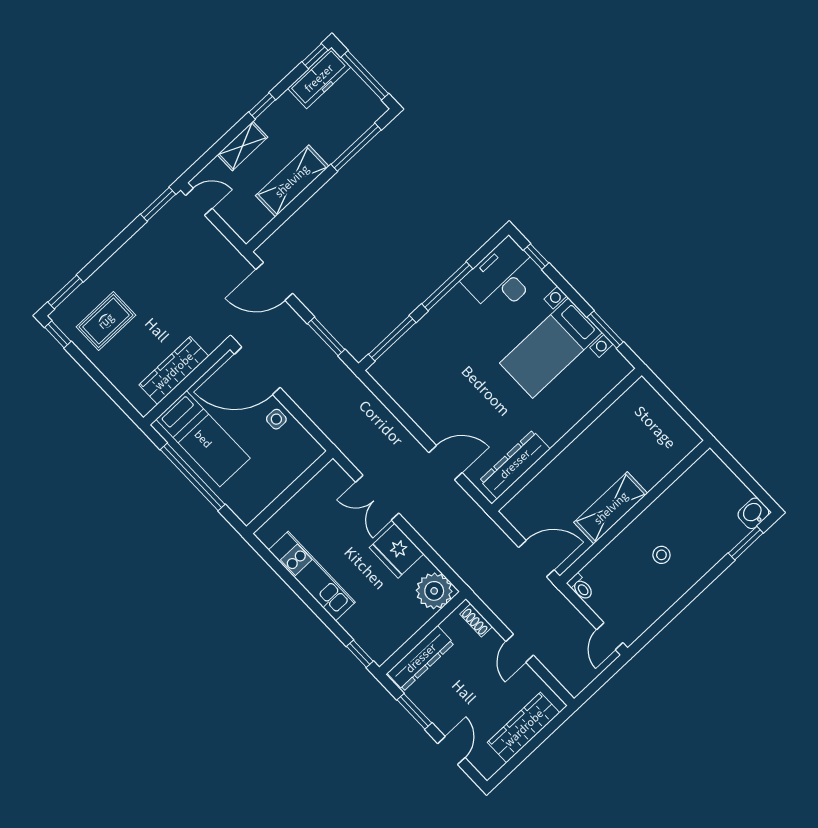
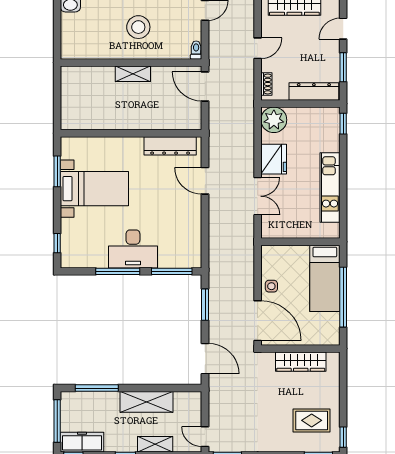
desk: (502, 277) -> (133, 249), moved
bed: (203, 439) -> (325, 278), moved, turned 180
shelving: (611, 508) -> (133, 74), width x0.67, depth x0.75
stool: (661, 555) -> (138, 27), width x1.89, depth x1.89

